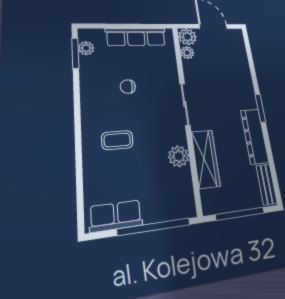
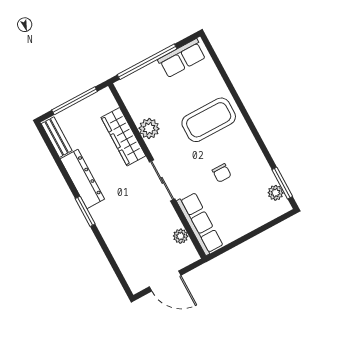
row of seats: (136, 37) -> (200, 224), moved, turned 90
plant: (187, 37) -> (187, 254), removed
chair: (128, 87) -> (222, 173), turned 90
coffee table: (117, 140) -> (209, 120), width x1.86, depth x1.72

